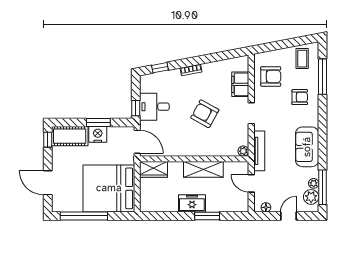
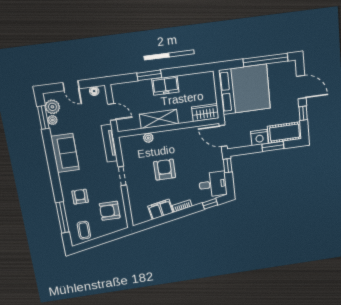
filing cabinet: (240, 84) -> (161, 209), moved, turned -101
armchair: (300, 97) -> (80, 197), turned 90
desk: (154, 107) -> (213, 184), moved
armchair: (205, 114) -> (165, 170), turned -119
window: (98, 123) -> (273, 146), moved
window: (48, 140) -> (303, 113), moved
plant: (243, 151) -> (148, 138), moved
window: (322, 187) -> (43, 118), width x0.69
door: (288, 216) -> (71, 86), hinge flipped

